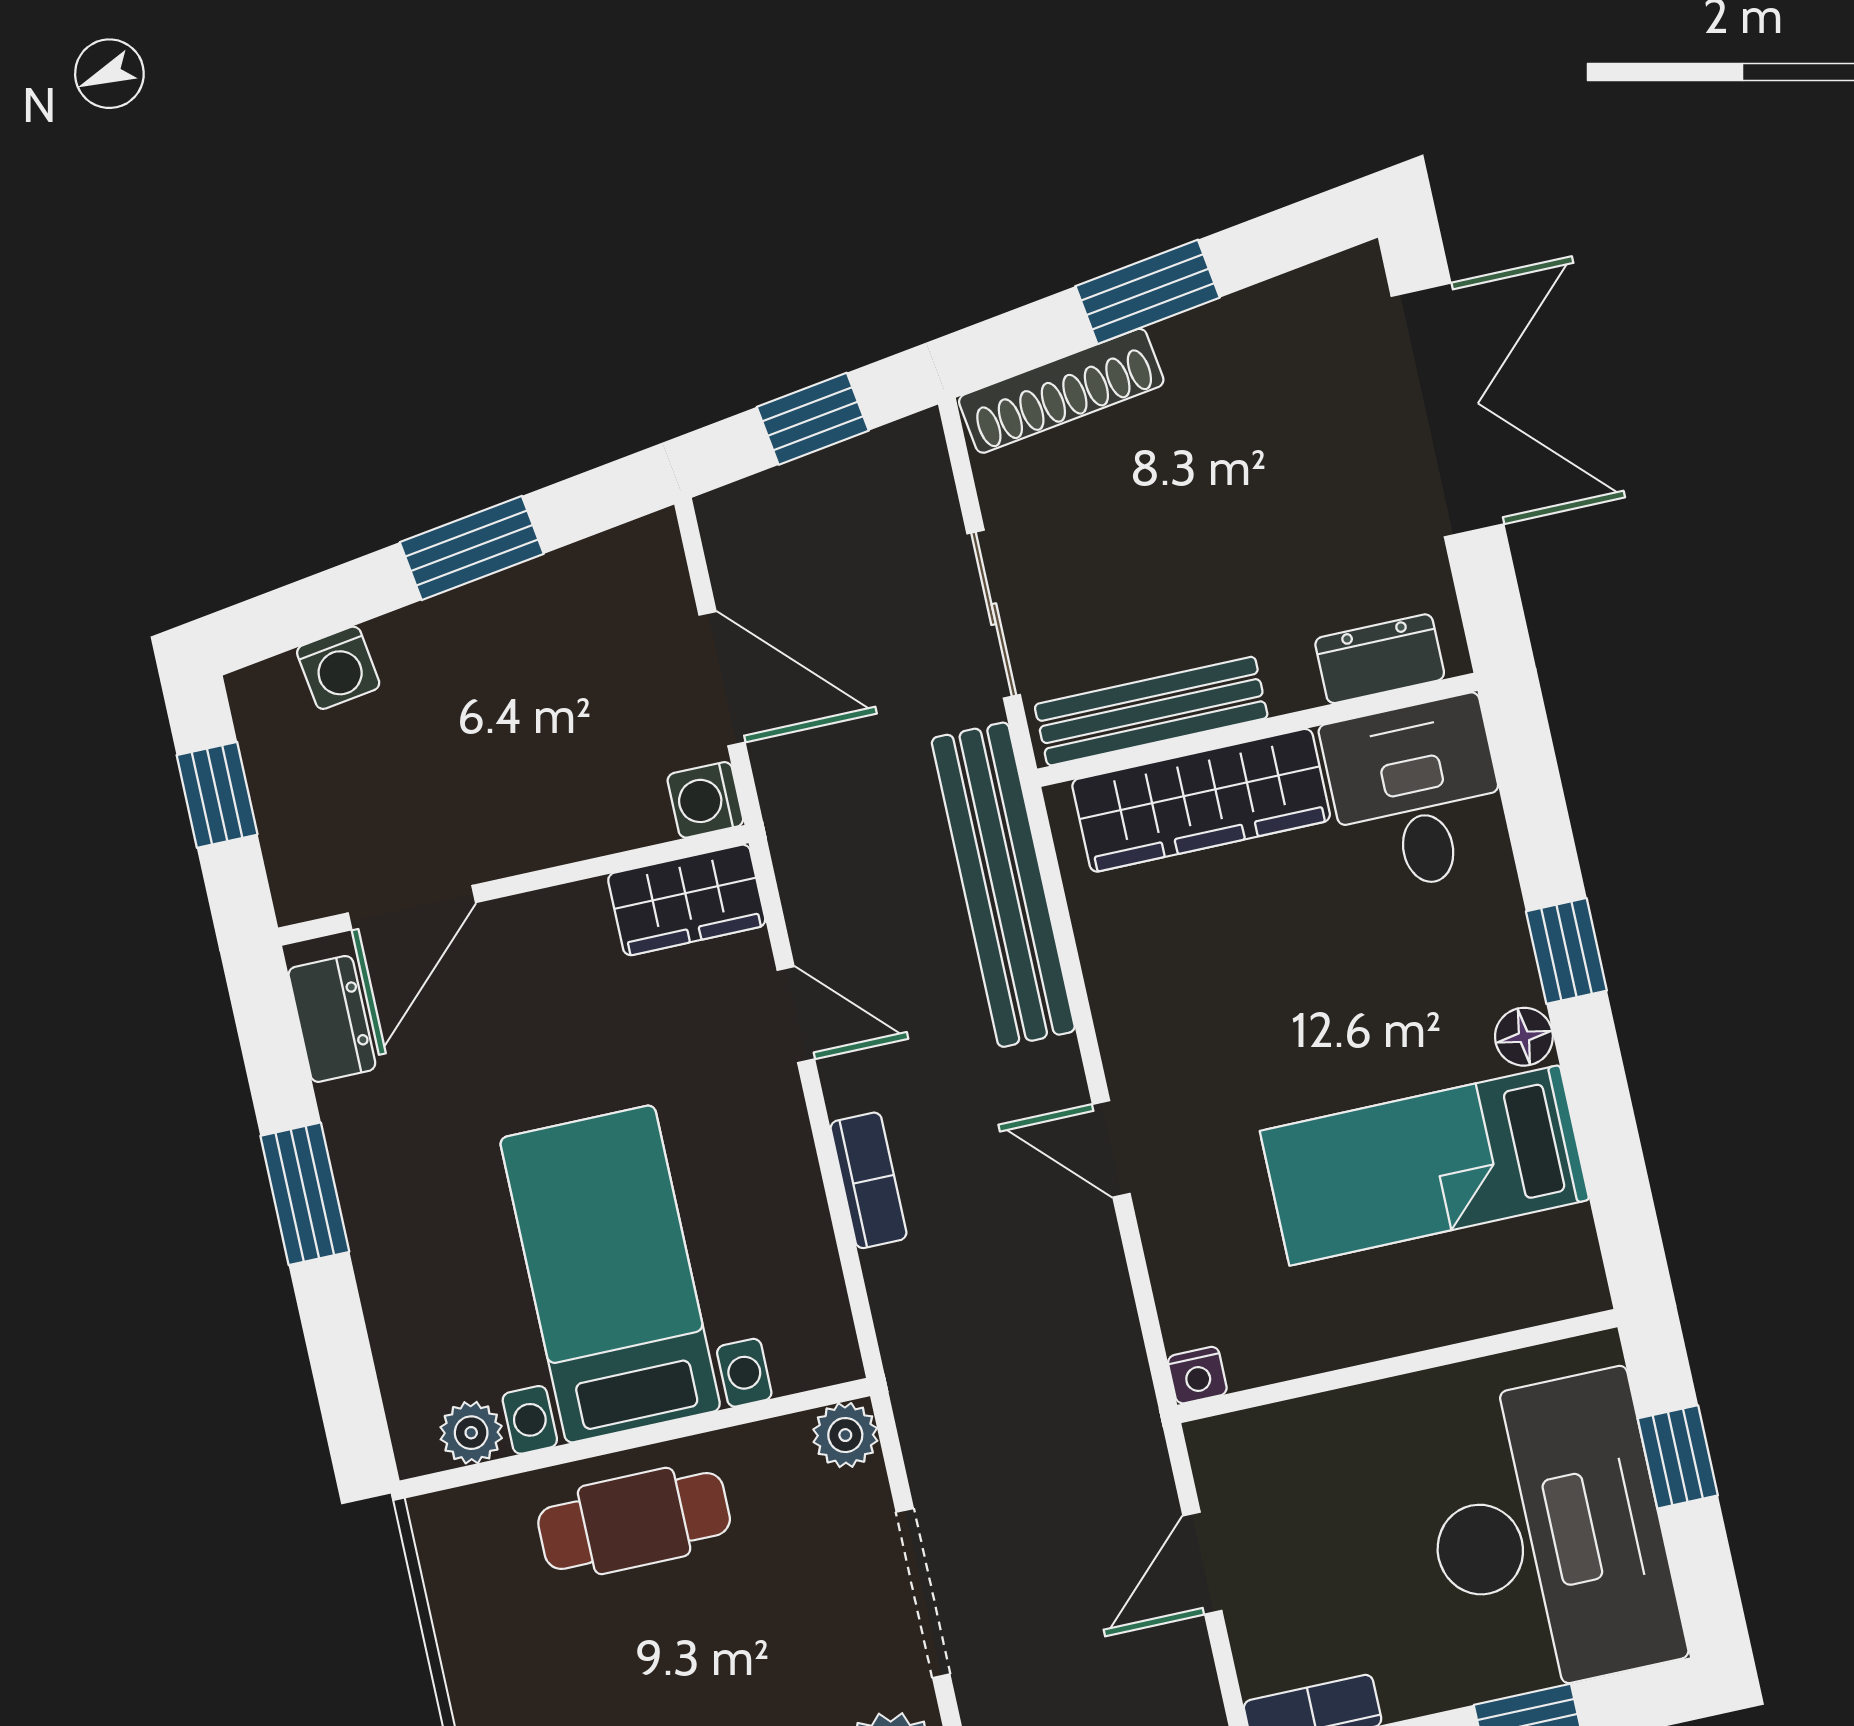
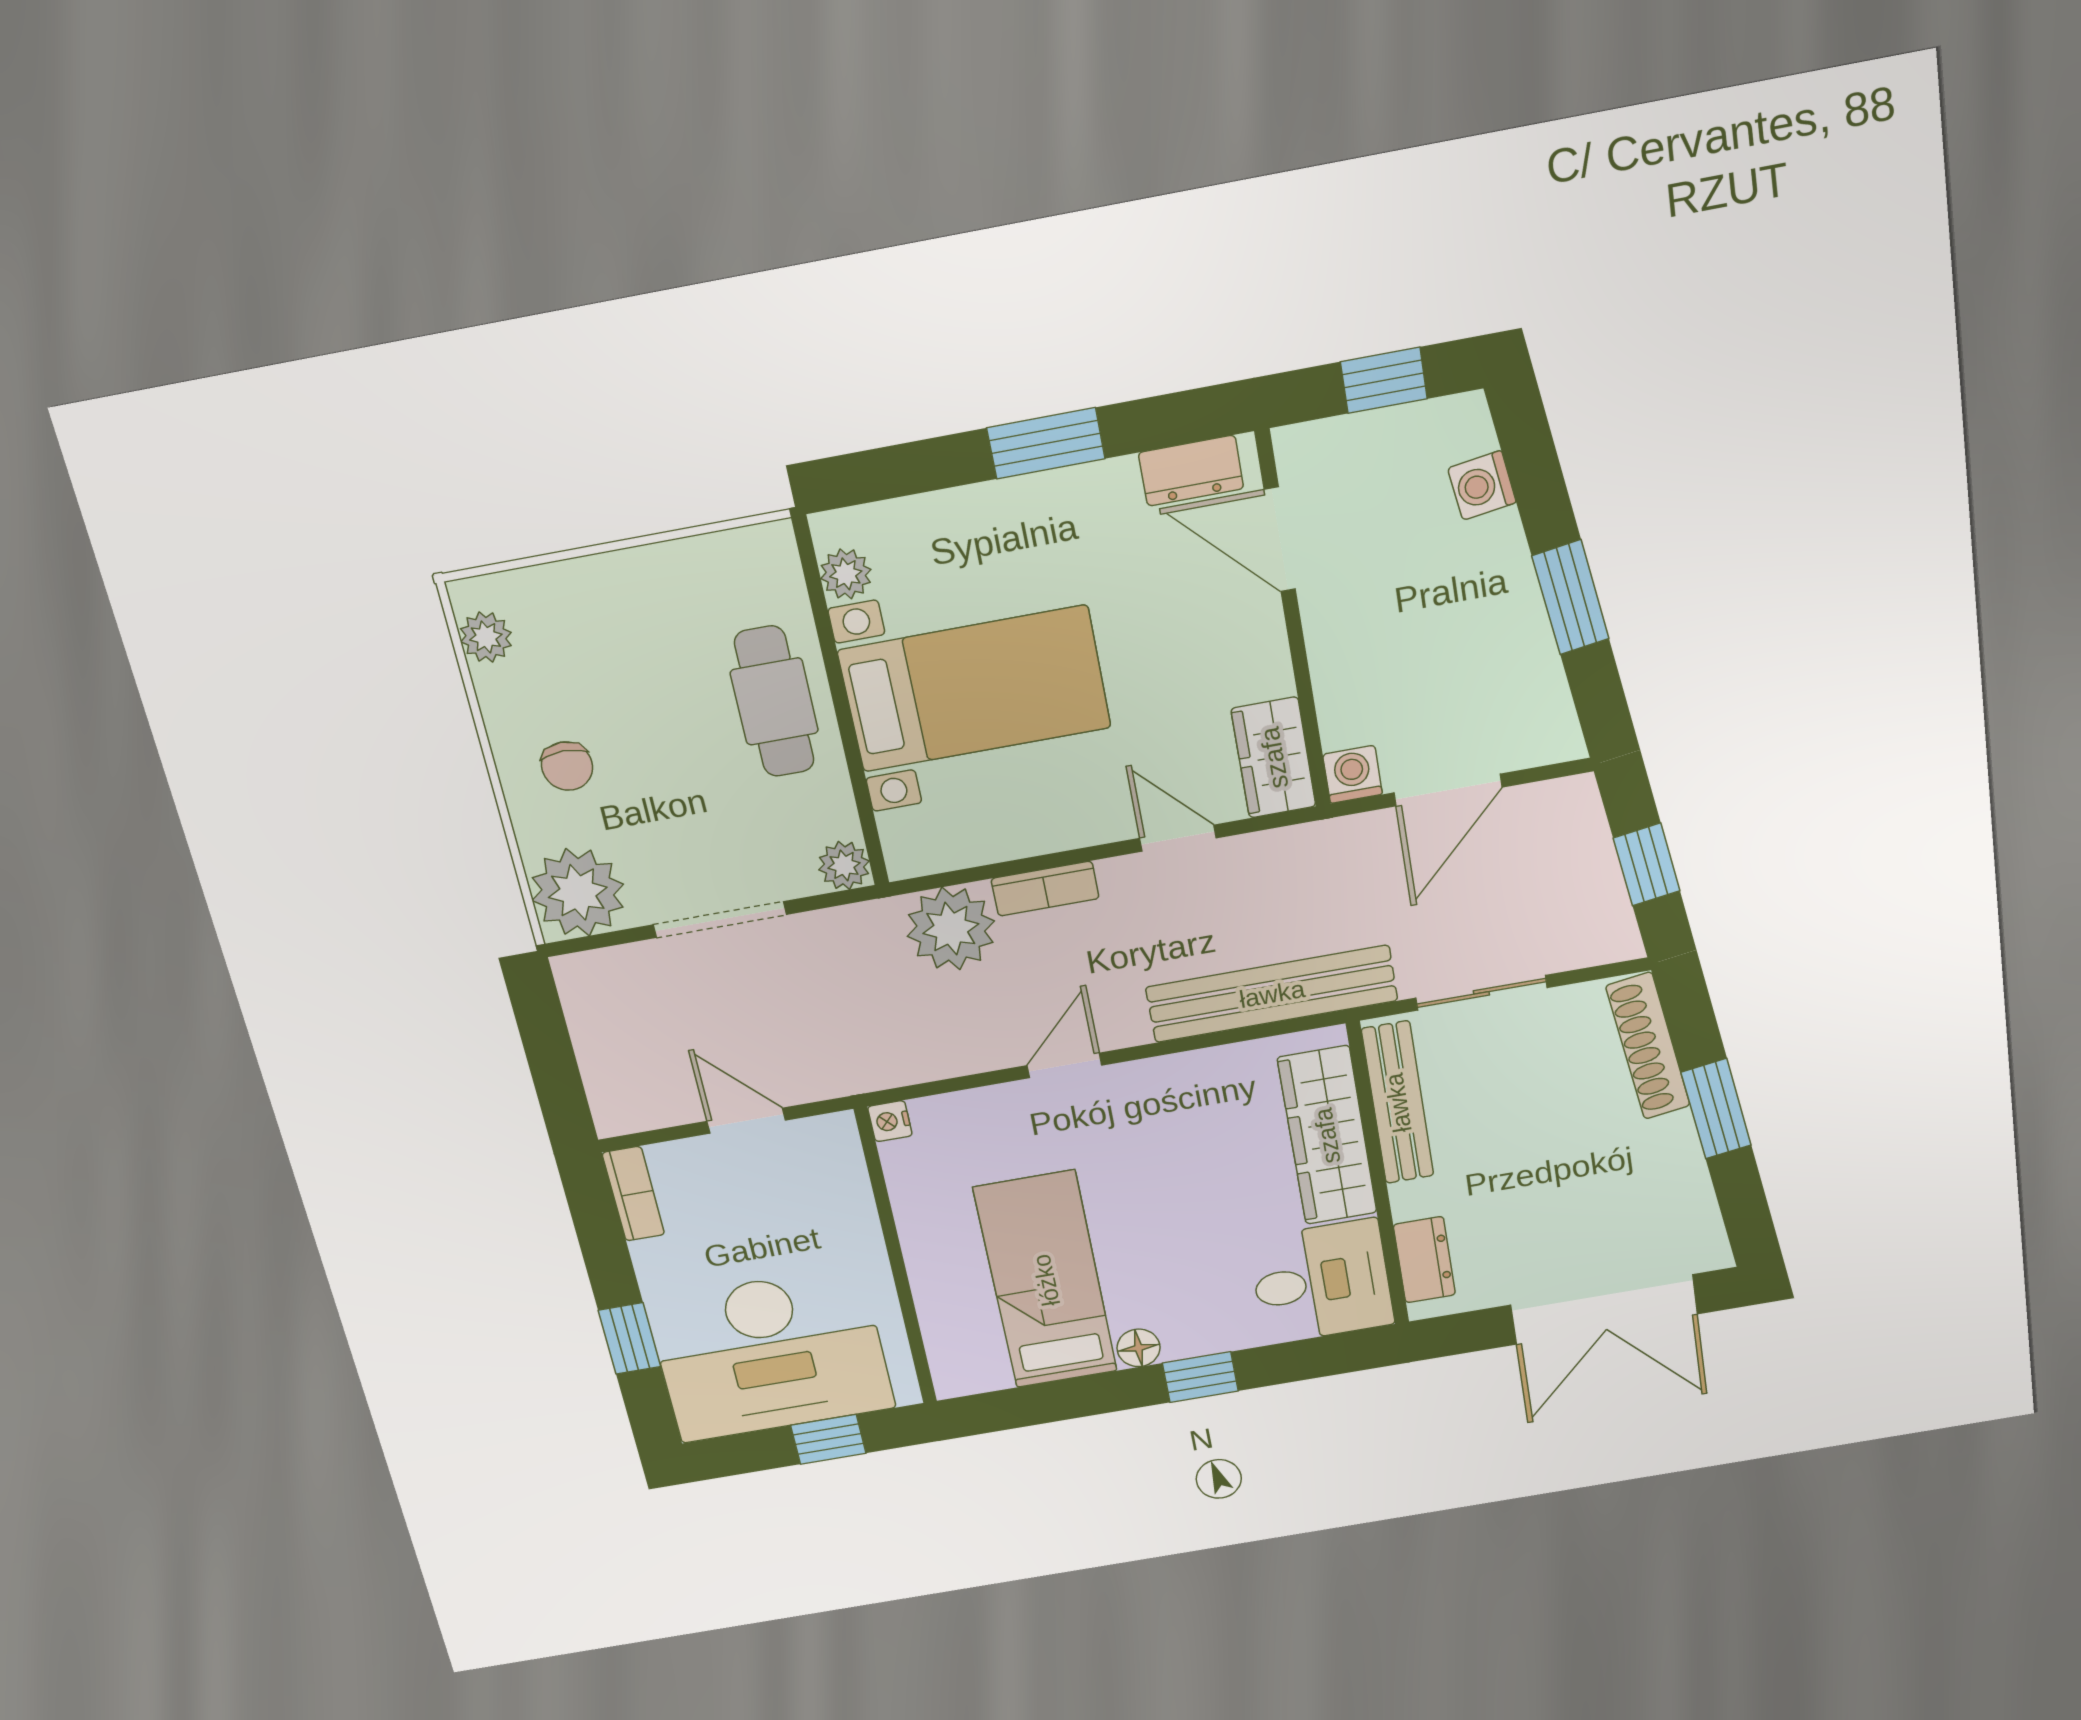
door: (796, 1015) -> (1178, 838), swing flipped
plant: (926, 1299) -> (951, 929), added

